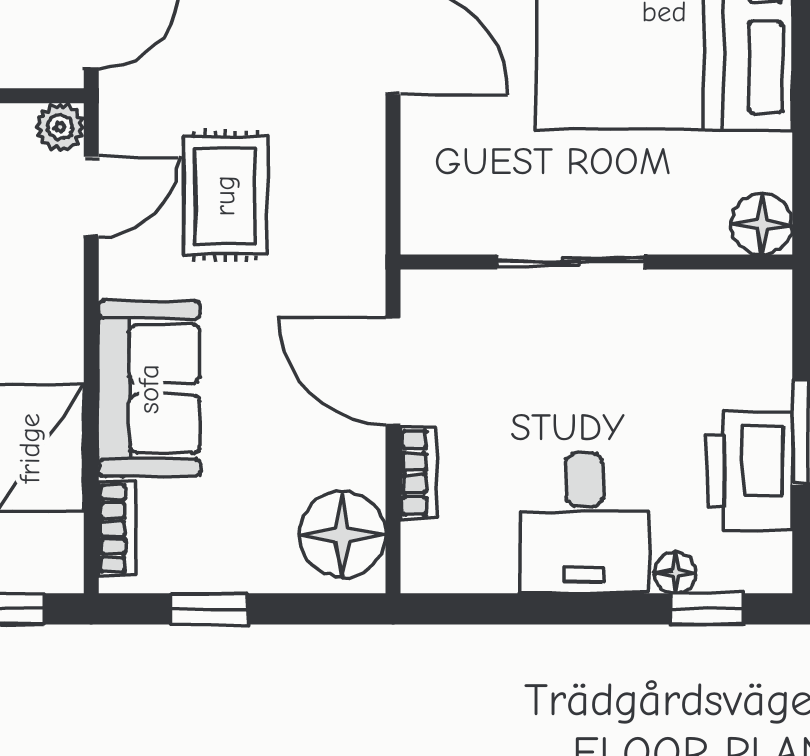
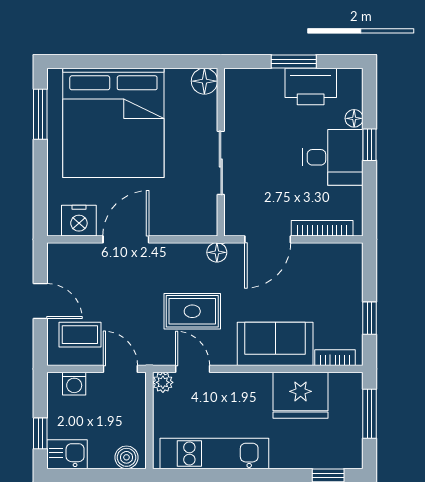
bookcase: (419, 473) -> (322, 228), width x1.56
floor lamp: (342, 534) -> (217, 252), moved, width x0.53, depth x0.53
window: (707, 609) -> (370, 145), moved

